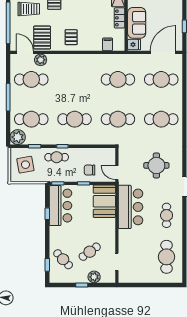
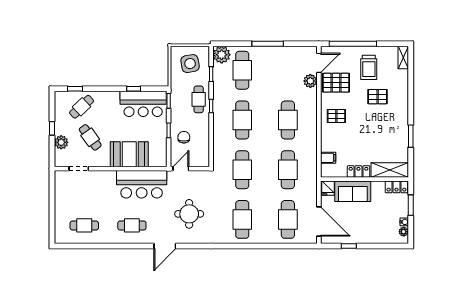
cafe table: (31, 79) -> (288, 120), moved
booth: (104, 201) -> (129, 154), moved
cafe table: (167, 257) -> (84, 225), width x0.73, depth x0.74

